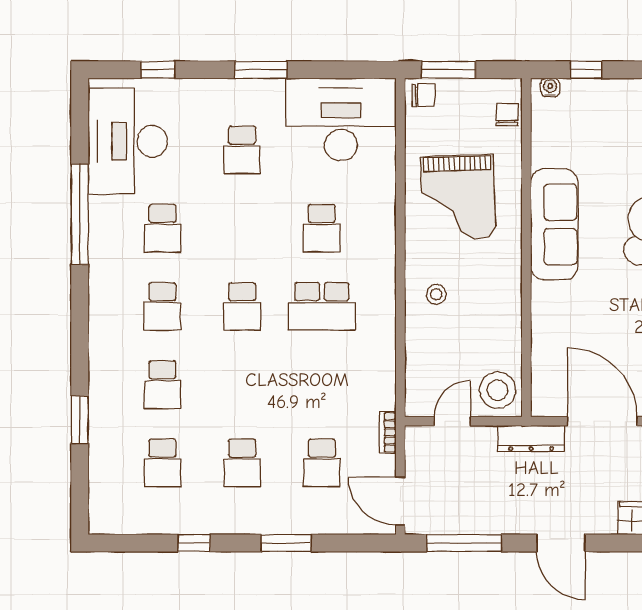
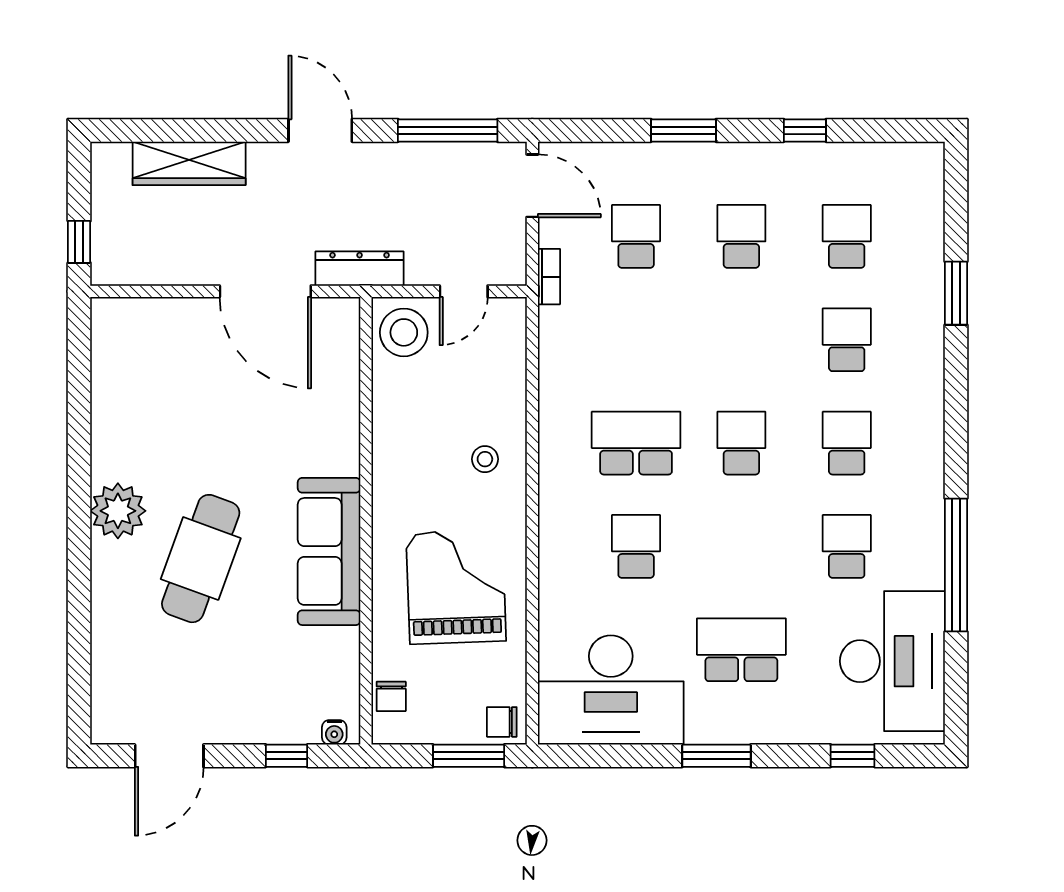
school desk: (242, 150) -> (741, 650), width x1.85

